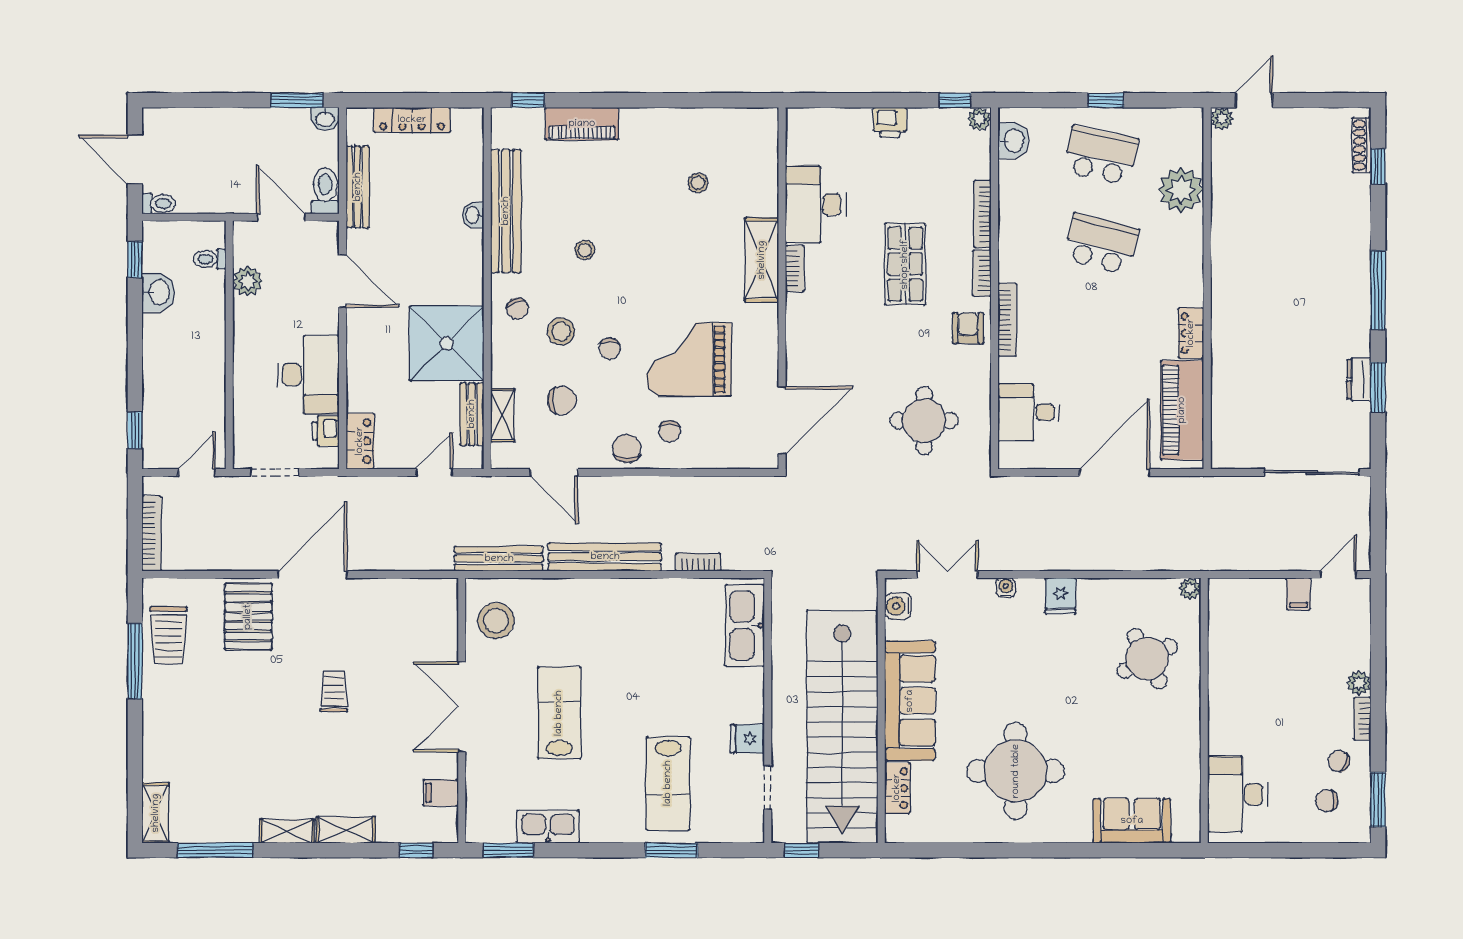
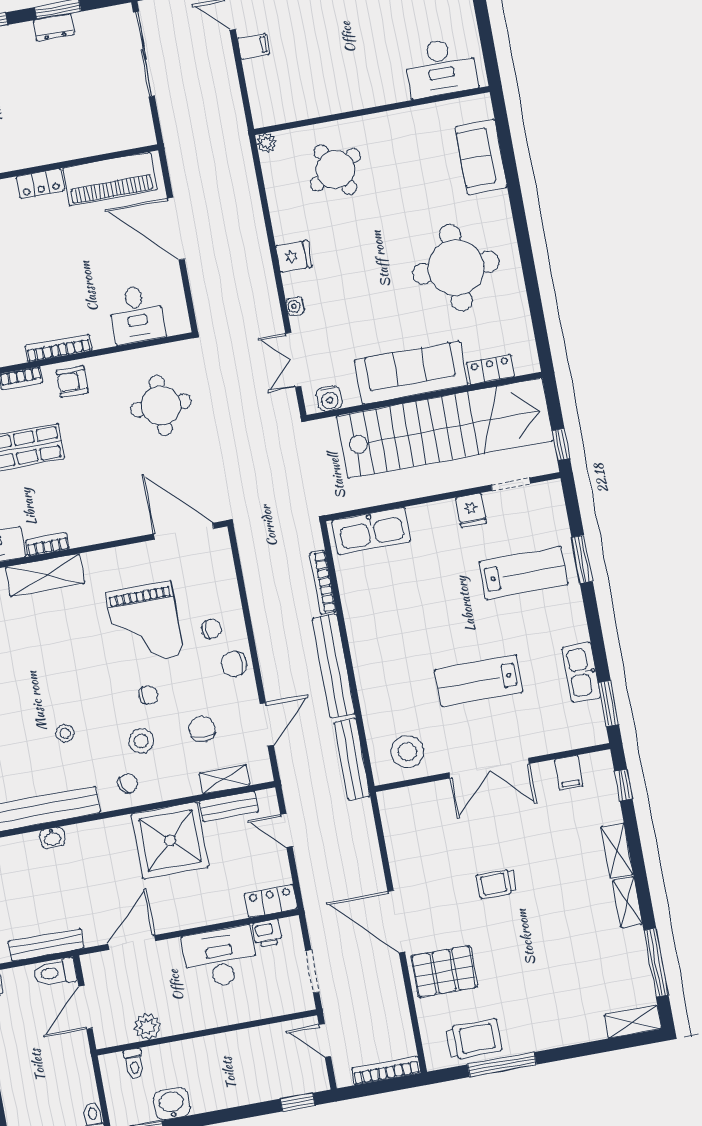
bookcase: (698, 562) -> (323, 582), width x1.56

